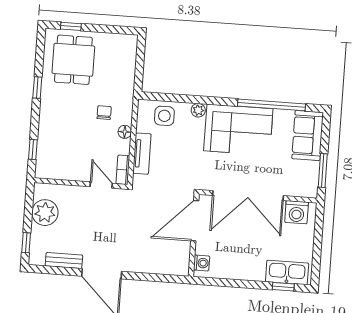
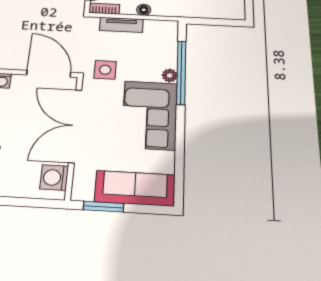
window: (271, 105) -> (181, 72), moved
side table: (164, 116) -> (105, 70), moved
sofa: (308, 135) -> (135, 188), width x1.36

